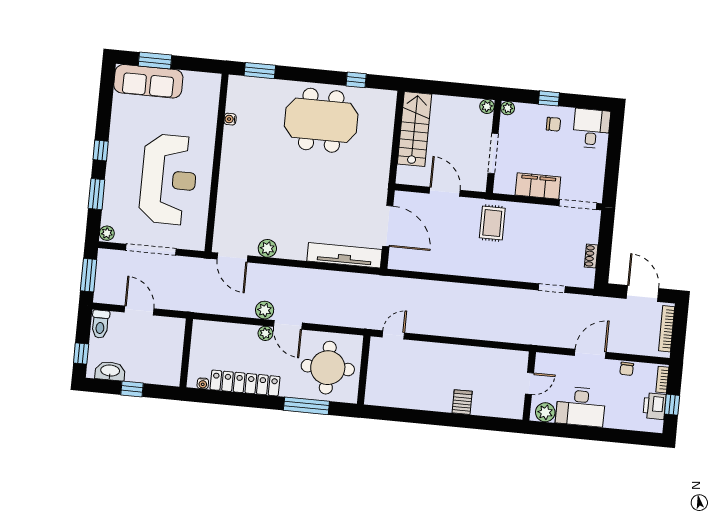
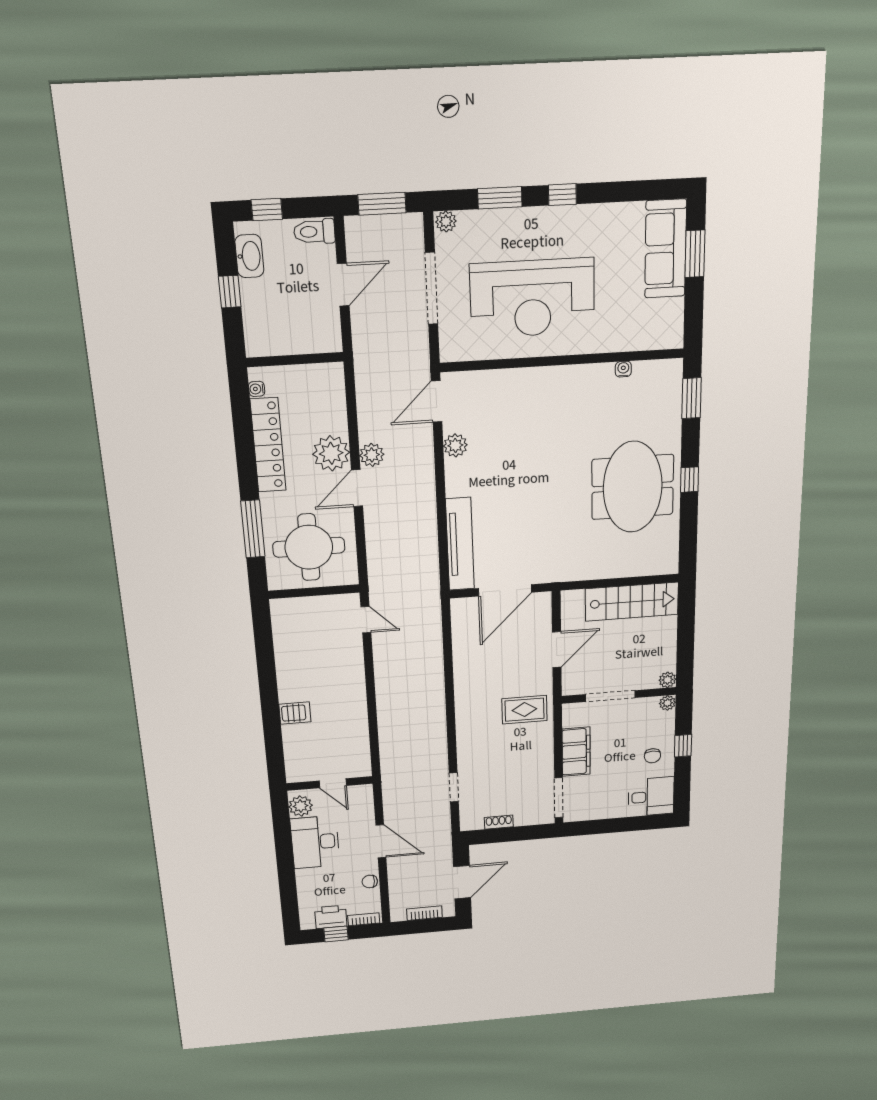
window: (356, 80) -> (689, 480), moved
bookcase: (667, 329) -> (424, 913), width x0.64
plant: (265, 333) -> (331, 453), width x1.87, depth x1.87

